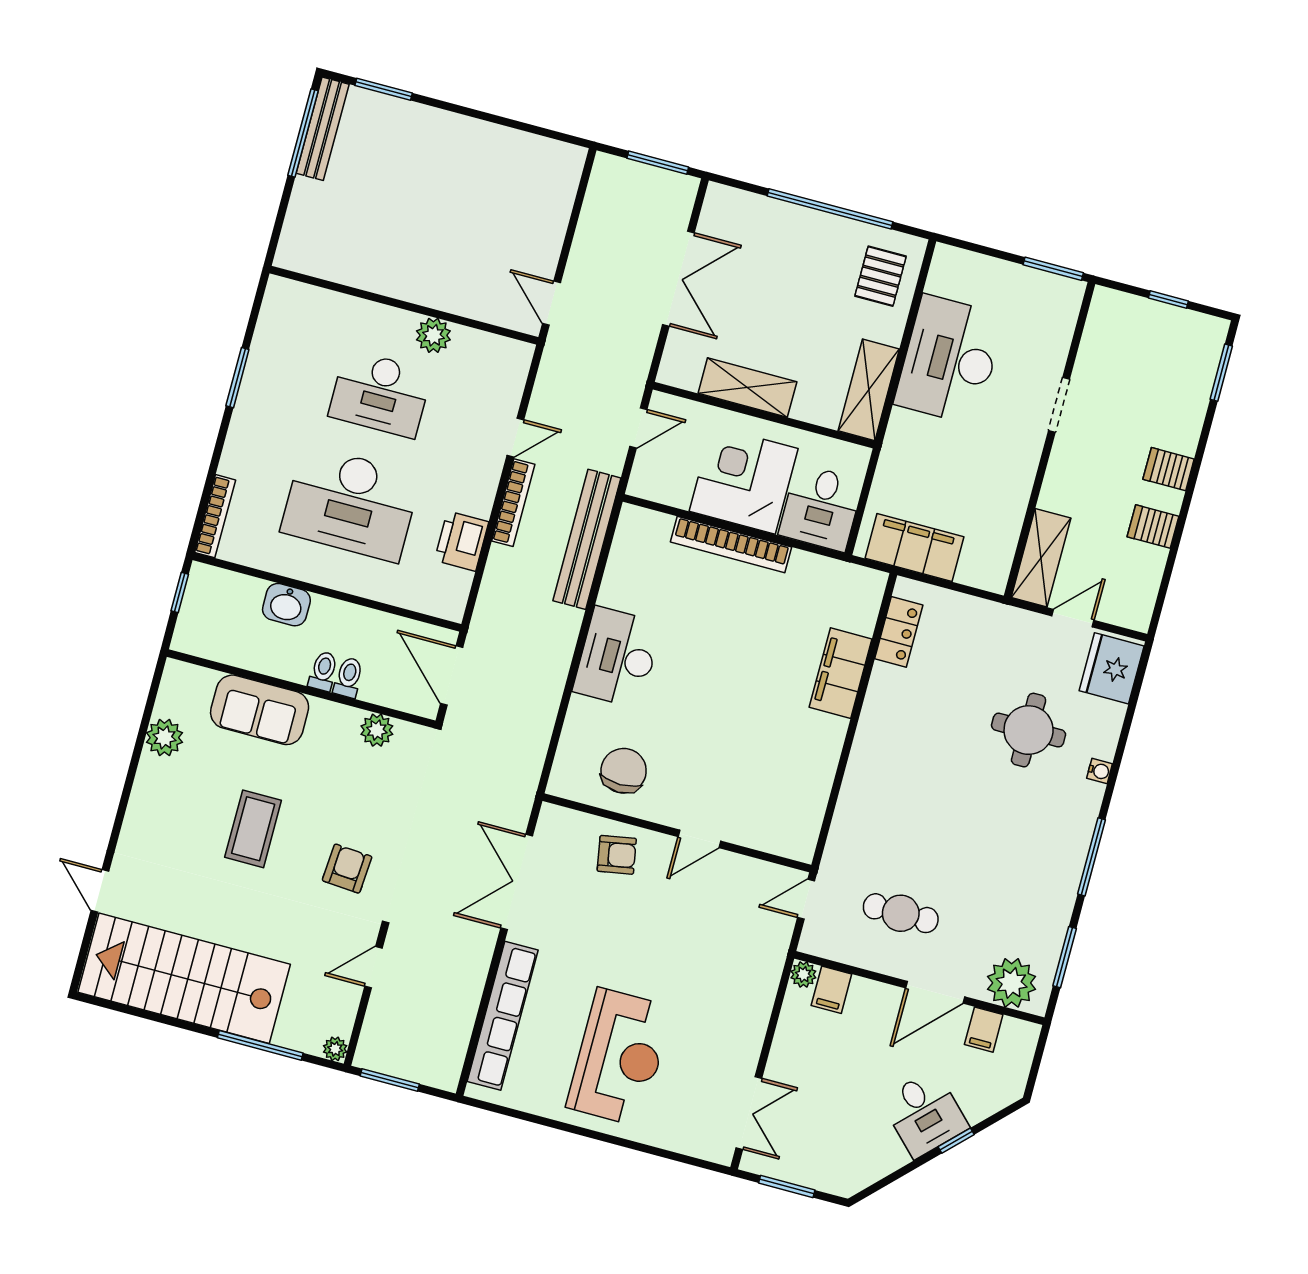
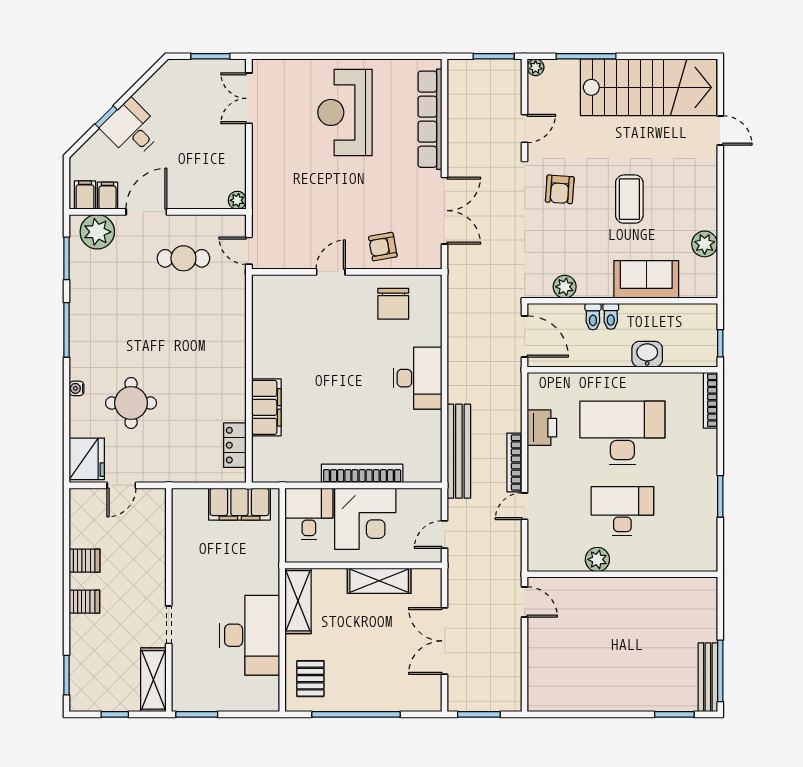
shelving: (1041, 558) -> (153, 680), moved
door: (806, 899) -> (249, 251), swing flipped
filing cabinet: (831, 990) -> (85, 195), moved

